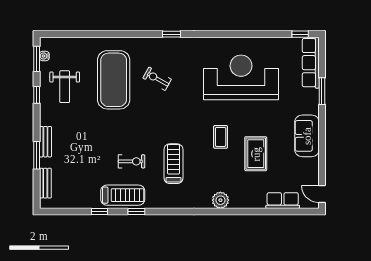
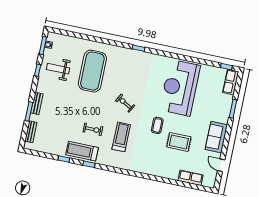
row of seats: (311, 63) -> (231, 82), width x0.68
reception desk: (241, 77) -> (180, 88), turned -90
exercise bike: (157, 79) -> (125, 103), moved
weight bench: (65, 87) -> (58, 69), turned 90
rug: (256, 154) -> (179, 142), turned 90
door: (322, 194) -> (221, 165), moved
treadmill: (123, 195) -> (82, 151), turned 180
plant: (220, 200) -> (148, 169), removed

